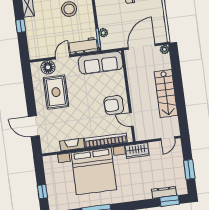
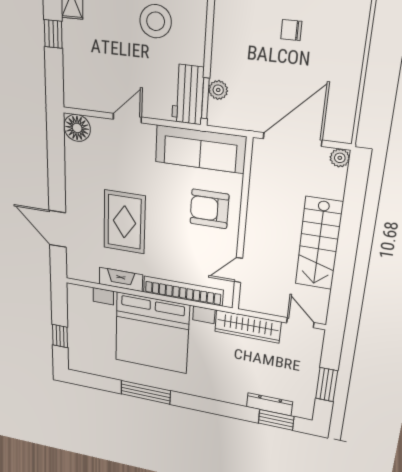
workbench: (83, 46) -> (188, 95), moved, turned -90
floor lamp: (48, 67) -> (77, 128), moved
rug: (56, 92) -> (124, 222), moved
armchair: (114, 105) -> (209, 209), moved
door: (131, 120) -> (238, 270), hinge flipped
door: (168, 138) -> (300, 323), swing flipped
wardrobe: (137, 150) -> (248, 327), width x1.50

